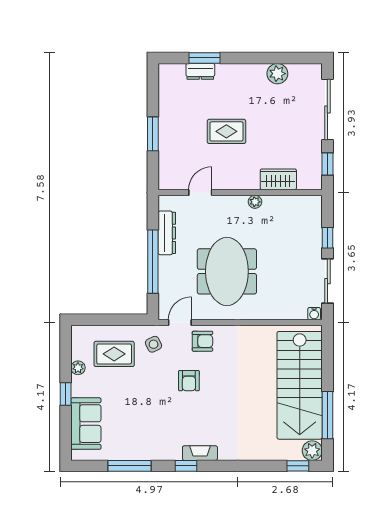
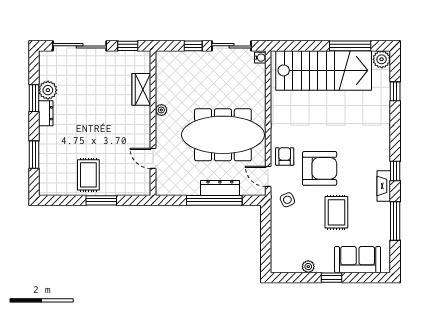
window: (268, 58) -> (34, 98), added
dresser: (200, 71) -> (46, 113), moved
rug: (226, 131) -> (88, 175), moved
dresser: (167, 233) -> (220, 188), moved
meeting table: (227, 271) -> (223, 135), width x1.36
rug: (114, 354) -> (336, 212), moved
armchair: (189, 381) -> (320, 168), width x1.88, depth x1.88
fireplace: (200, 453) -> (384, 186), moved
window: (298, 466) -> (395, 91), moved

